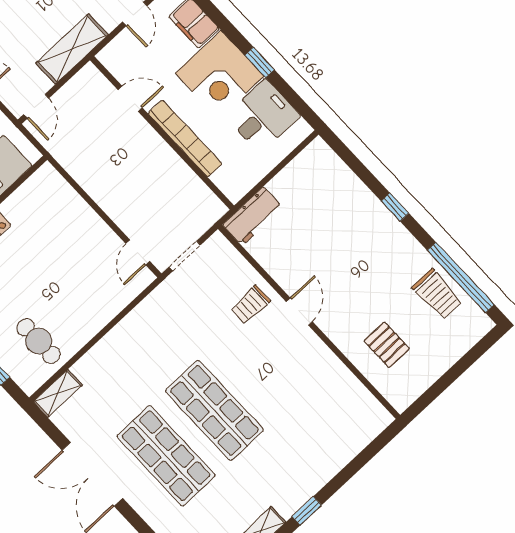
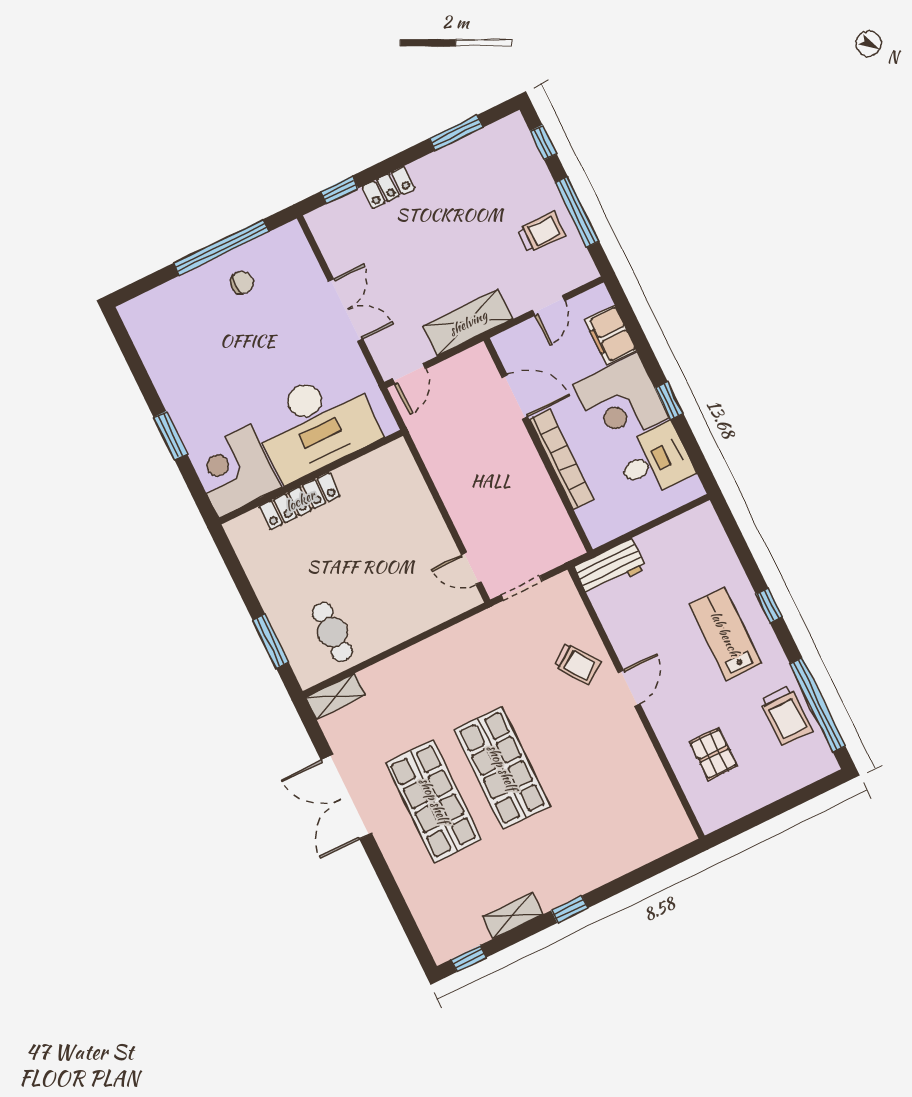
door: (130, 99) -> (515, 397), width x1.38
lab bench: (366, 242) -> (725, 634), added
door: (138, 252) -> (471, 568), hinge flipped
trolley: (250, 305) -> (577, 664), turned -125

